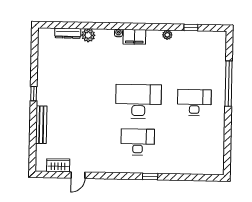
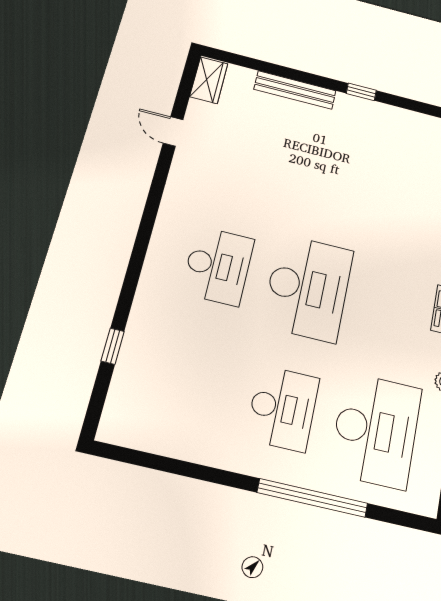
desk: (195, 62) -> (376, 430), added
wardrobe: (58, 165) -> (209, 80), moved
window: (150, 177) -> (113, 346), moved

